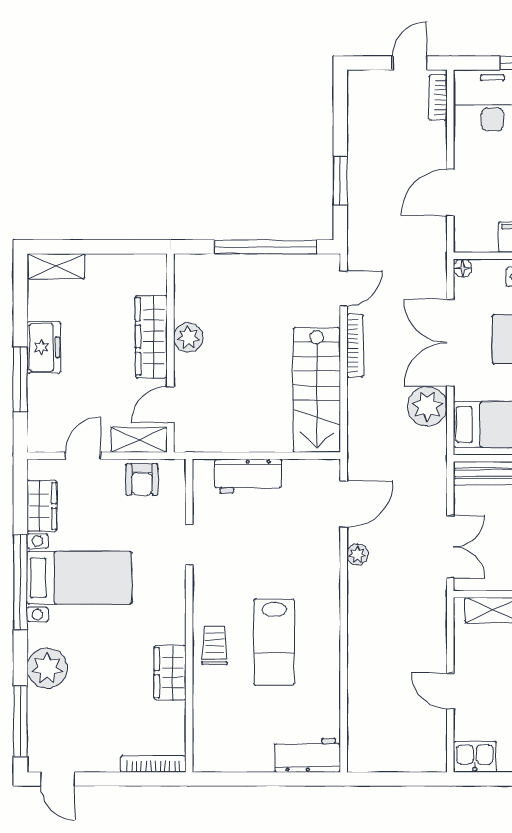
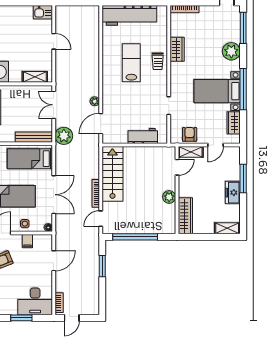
wardrobe: (151, 337) -> (185, 216), moved
plant: (427, 406) -> (64, 136), moved
workbench: (307, 755) -> (129, 15), width x1.87, depth x1.32

